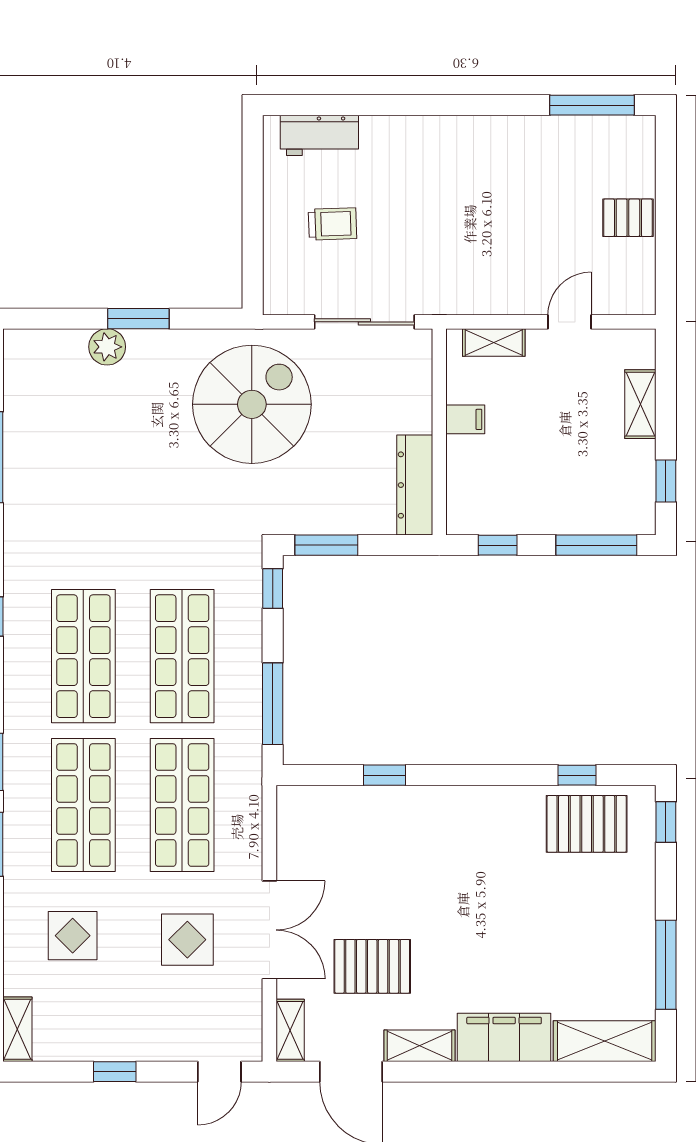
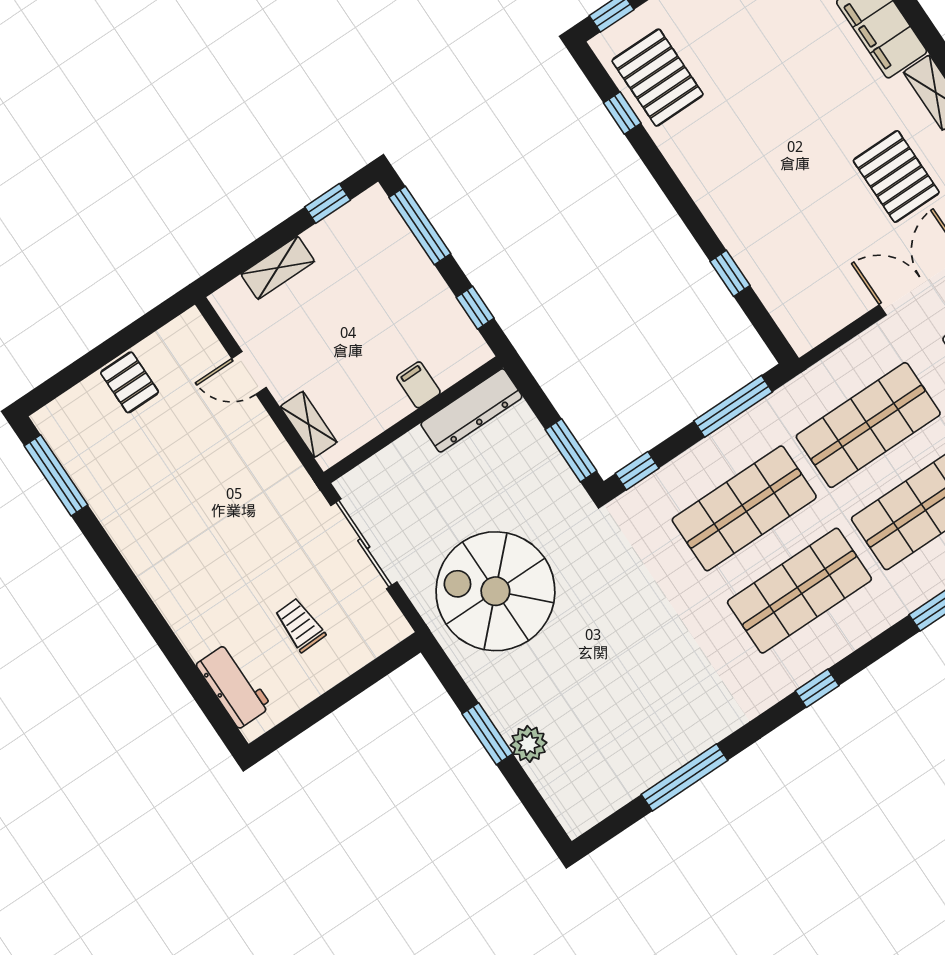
filing cabinet: (465, 419) -> (418, 385), moved

